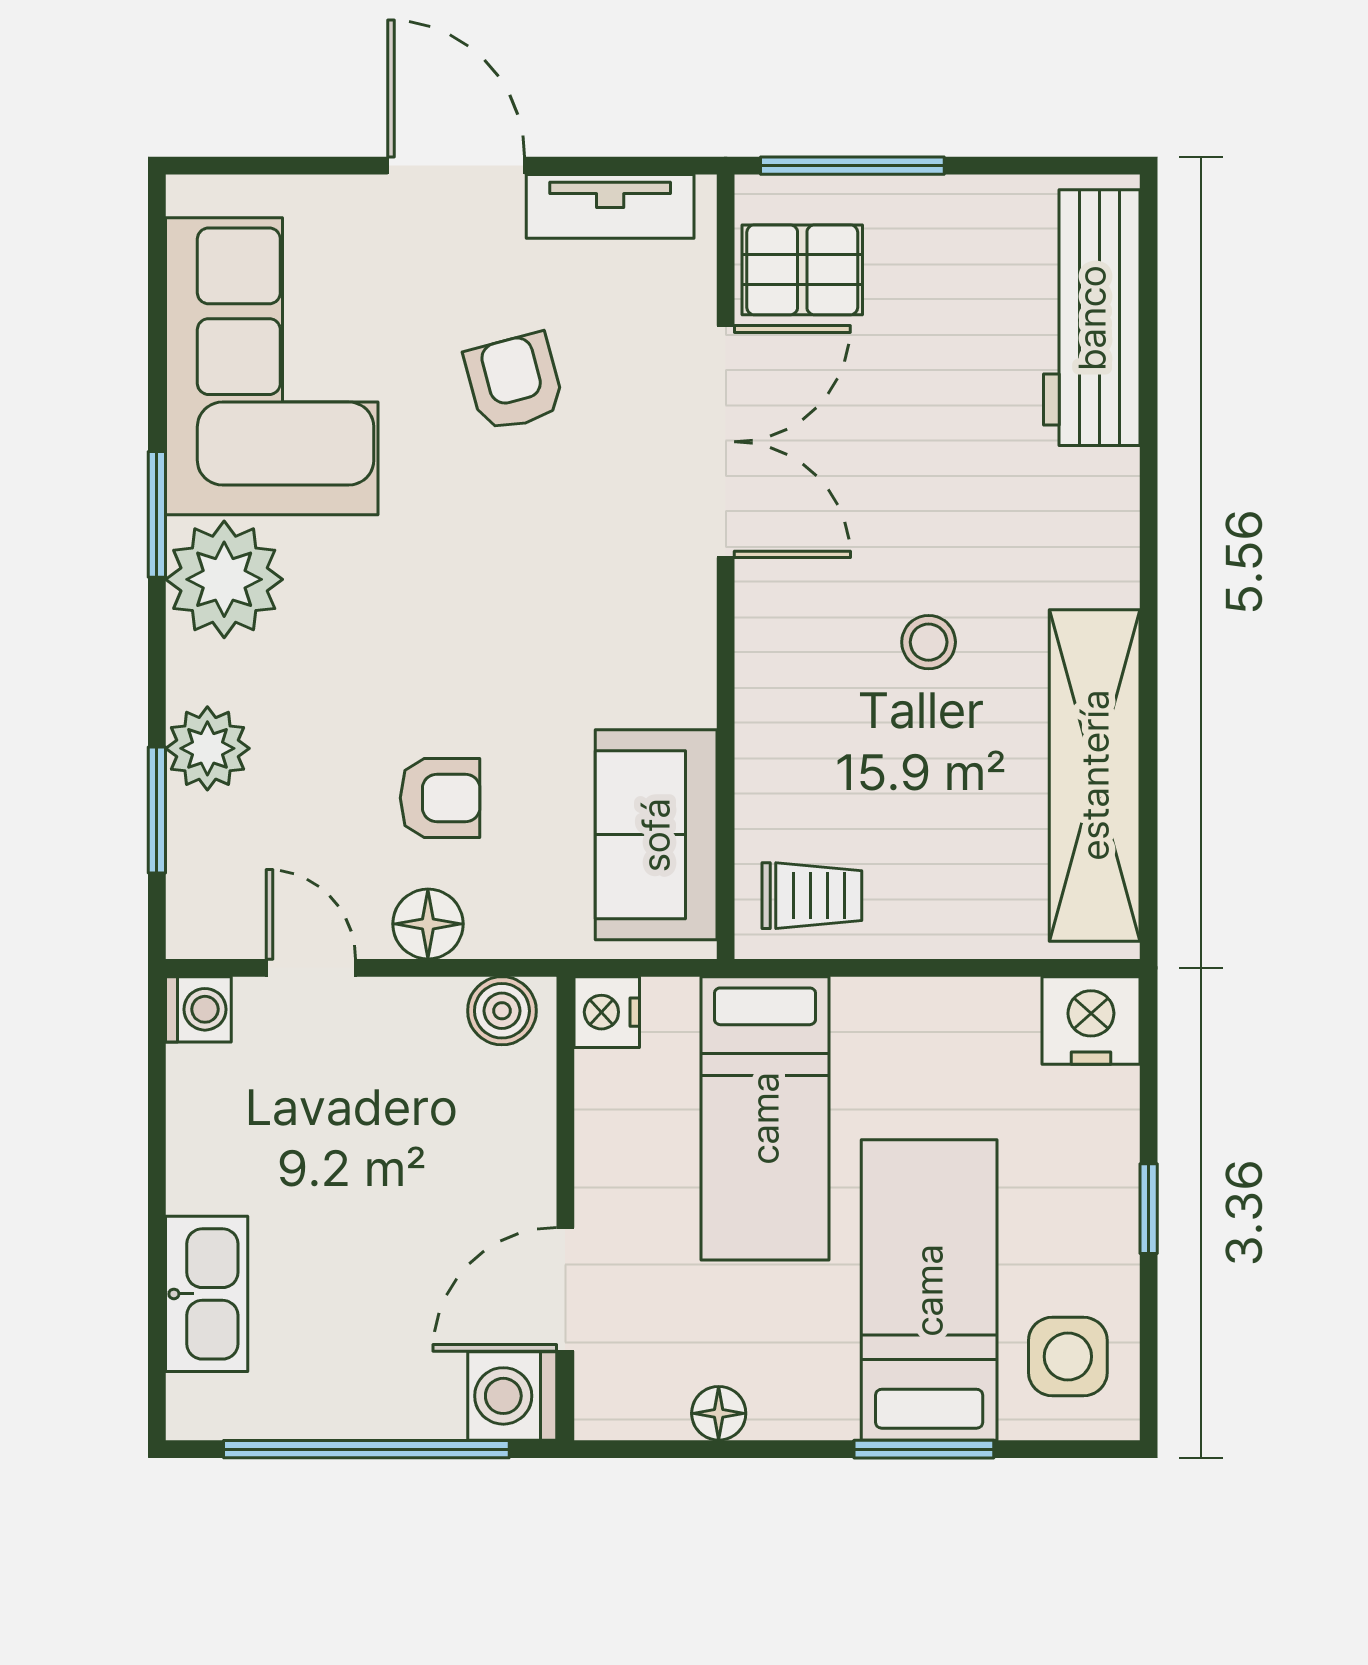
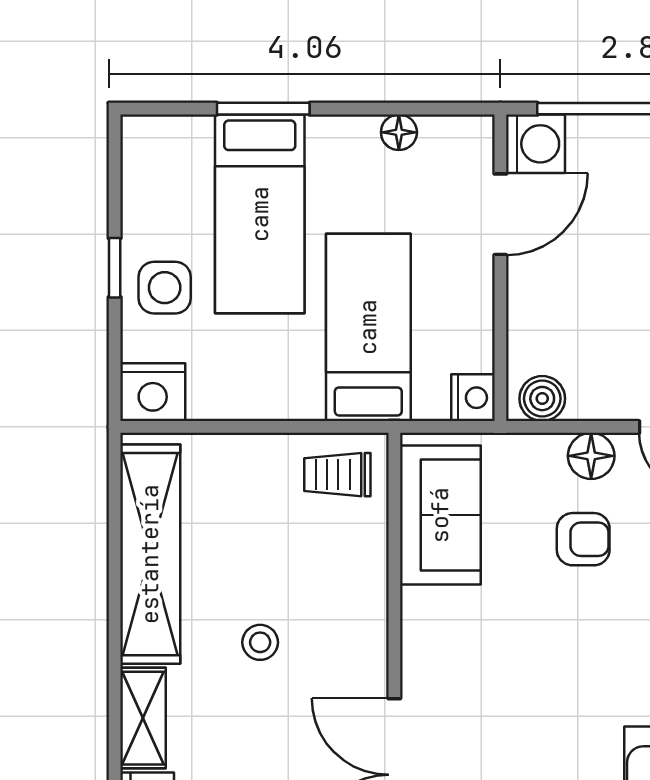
shelving: (1106, 528) -> (143, 718), added
armchair: (440, 798) -> (583, 539), turned 180
side table: (1068, 1357) -> (165, 288), moved

